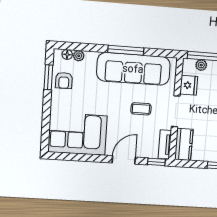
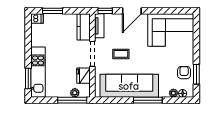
window: (126, 50) -> (148, 100), moved

